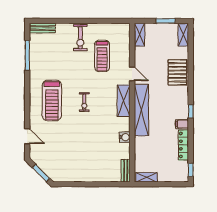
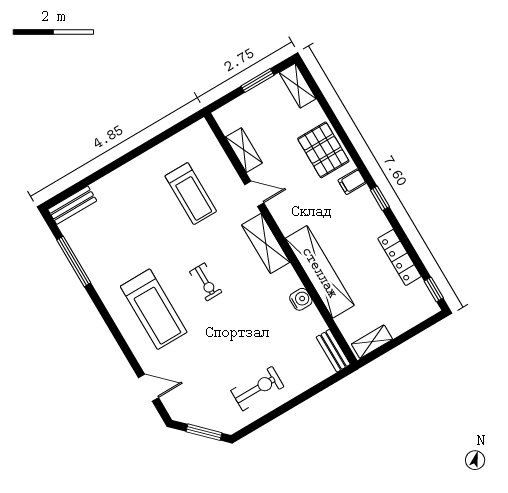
shelving: (140, 35) -> (244, 150), moved
exercise bike: (80, 38) -> (257, 389), moved, turned -90
shelving: (141, 110) -> (320, 272), moved
filing cabinet: (182, 124) -> (352, 182), moved

